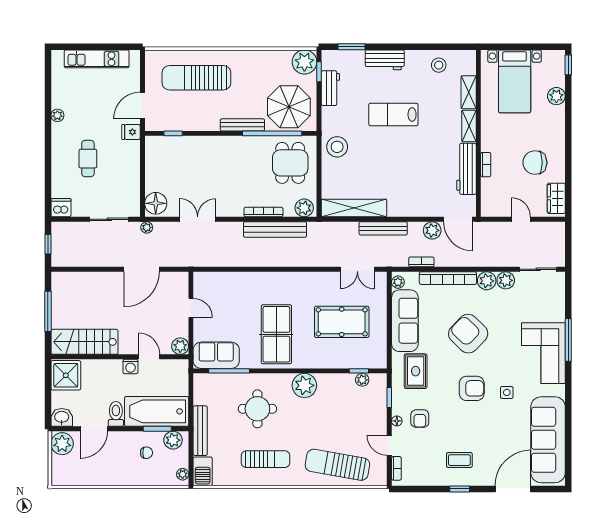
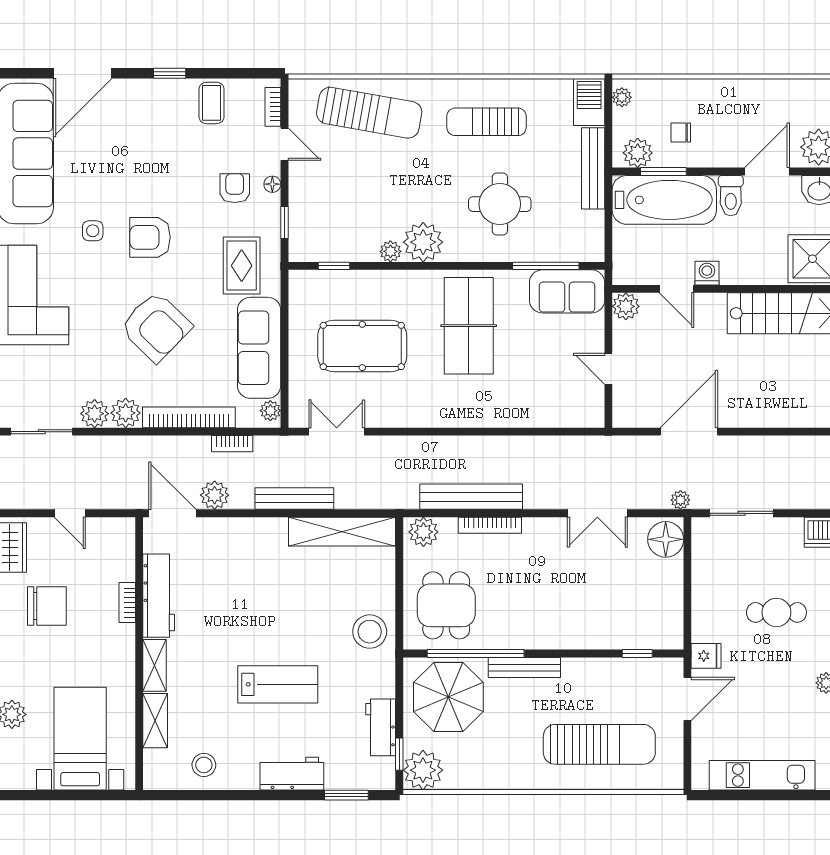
cafe table: (88, 159) -> (776, 612), turned 90
plant: (362, 380) -> (390, 251), moved
coffee table: (459, 460) -> (211, 103), moved, turned 90

